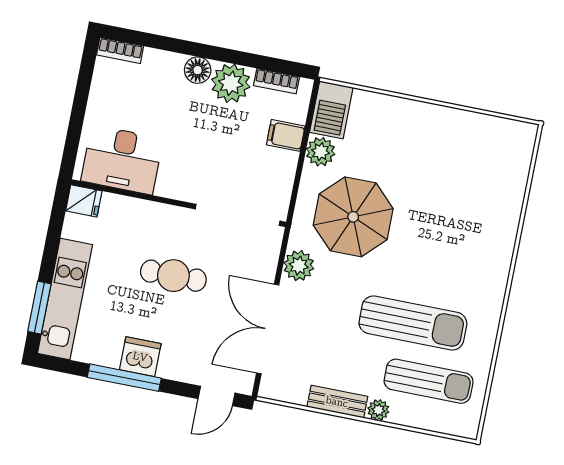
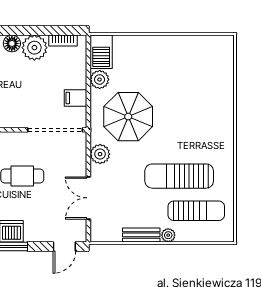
filing cabinet: (286, 135) -> (76, 98), moved
sun lounger: (413, 323) -> (179, 176), turned 180
double door: (268, 329) -> (88, 198), width x0.73

